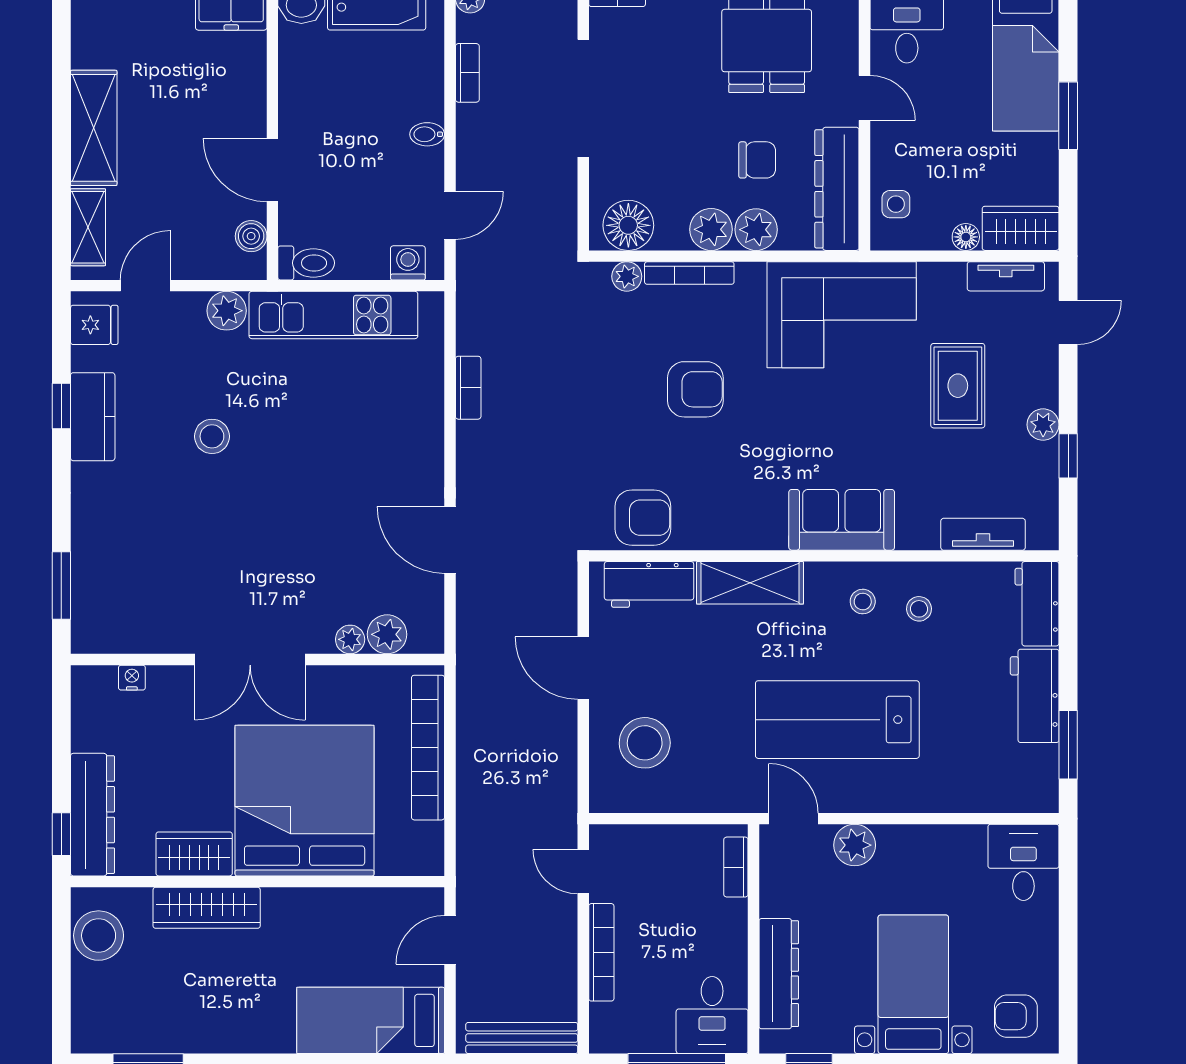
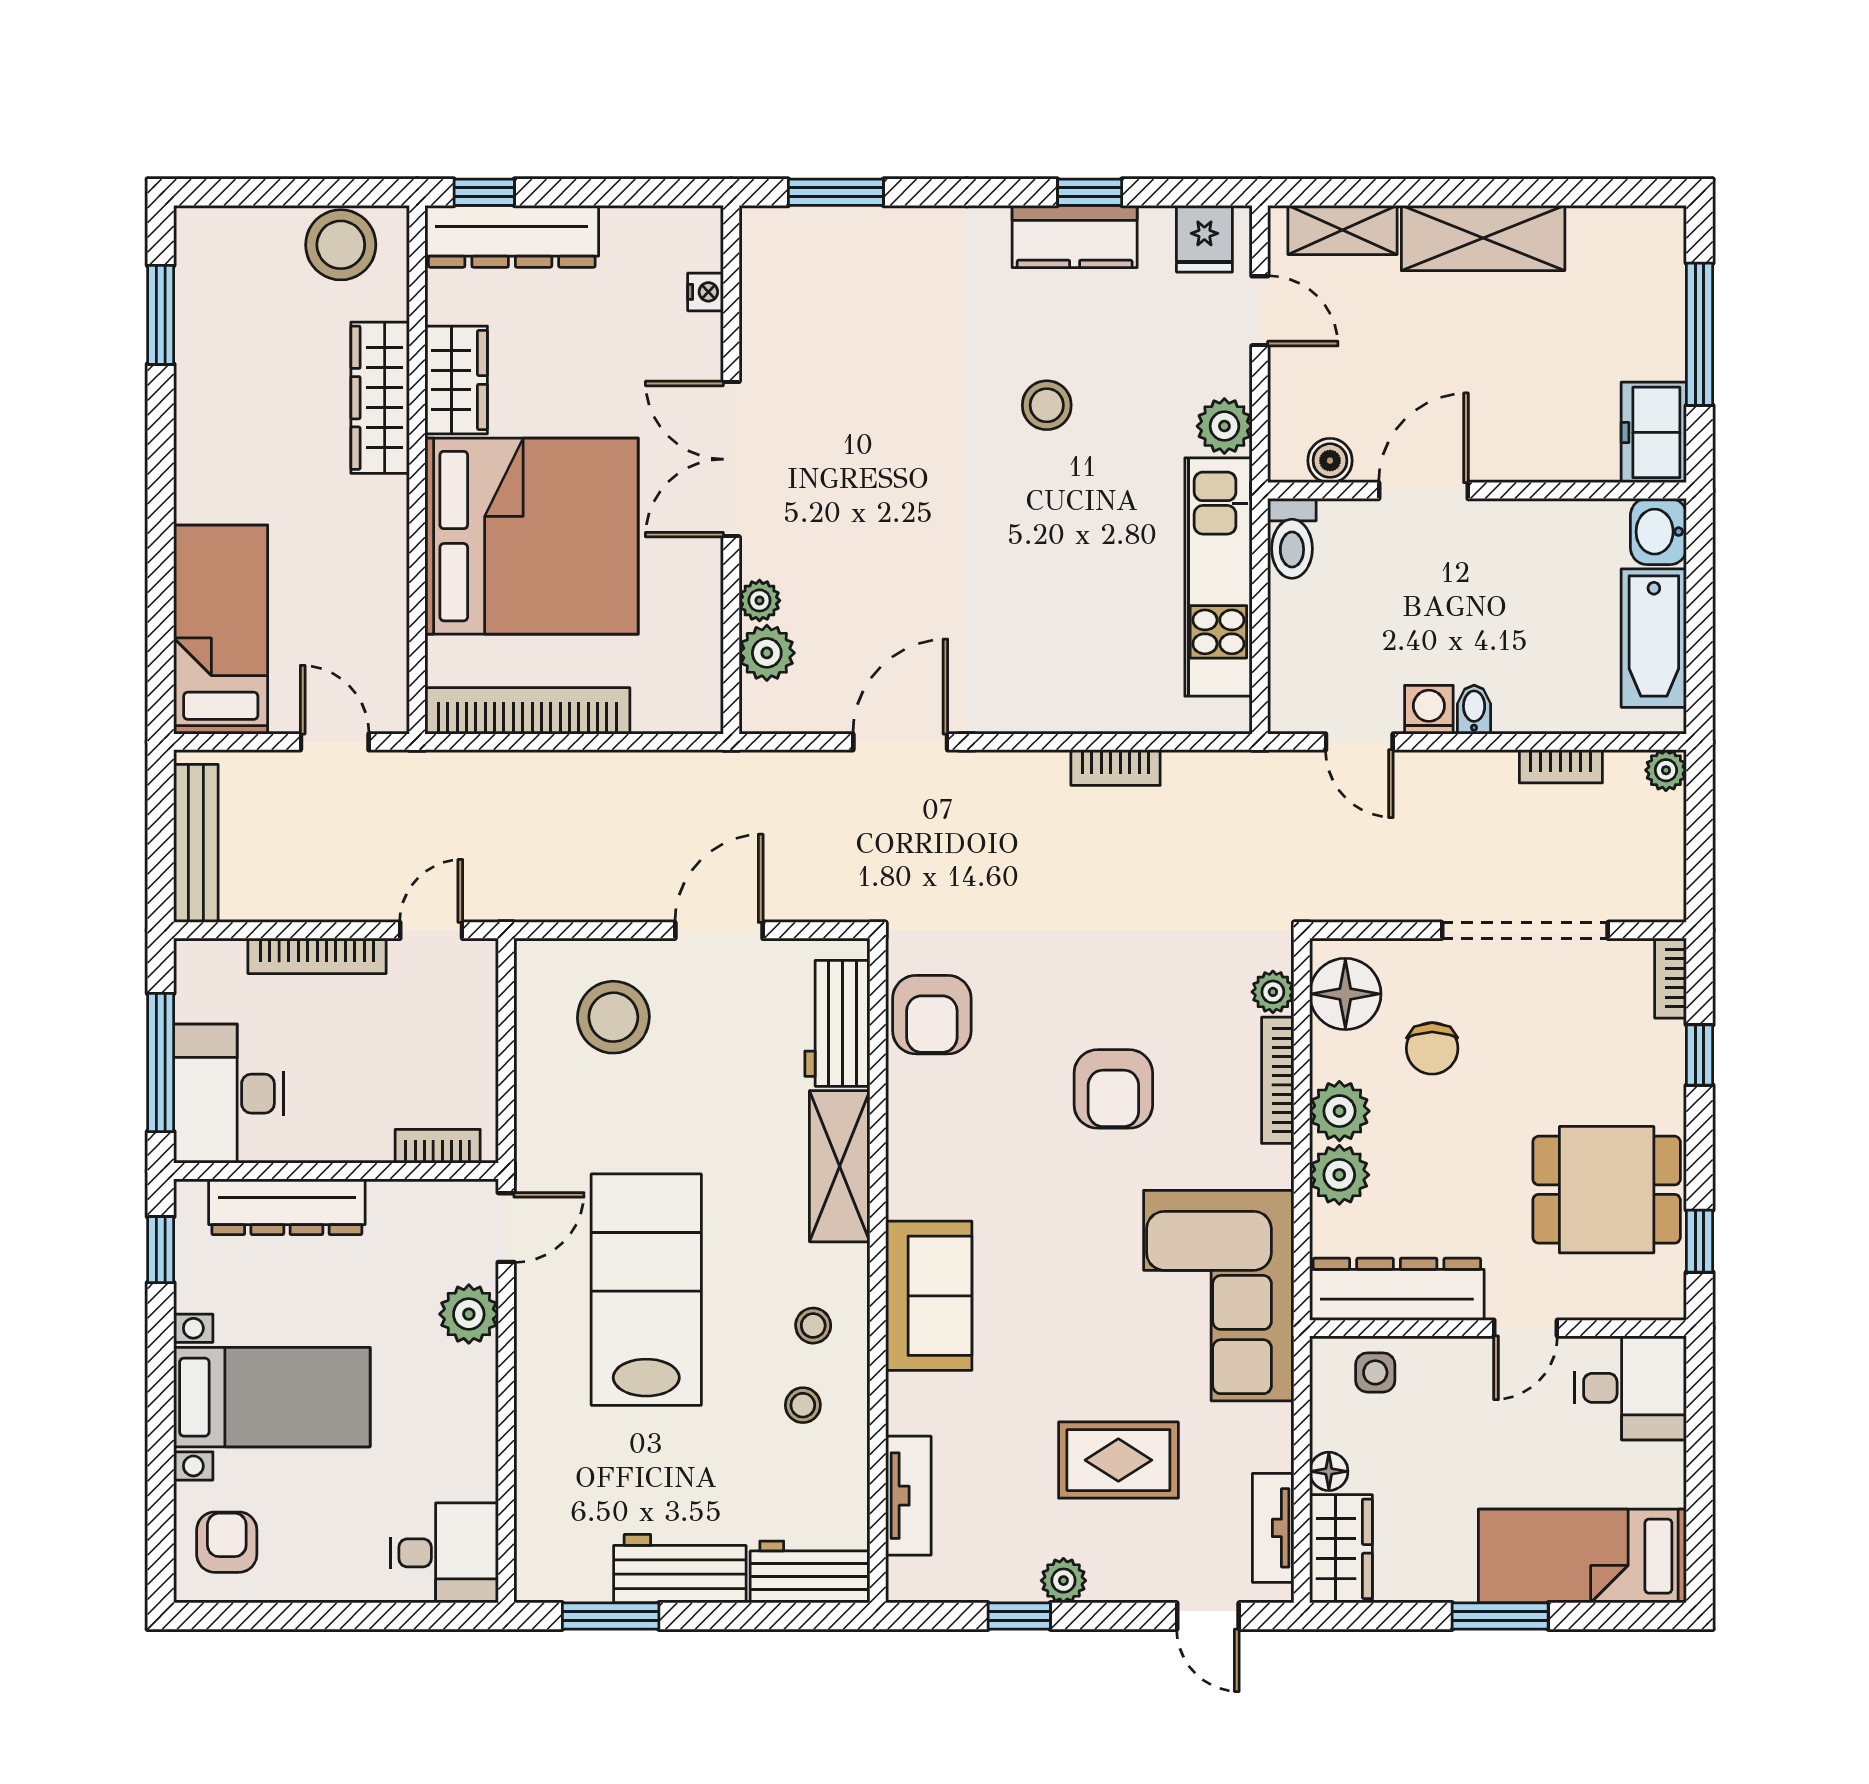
chair: (757, 160) -> (1432, 1048), moved
washing machine: (408, 263) -> (1429, 710), moved, turned -90
bookcase: (428, 748) -> (527, 711), moved
desk: (712, 1015) -> (228, 1094), width x1.37

